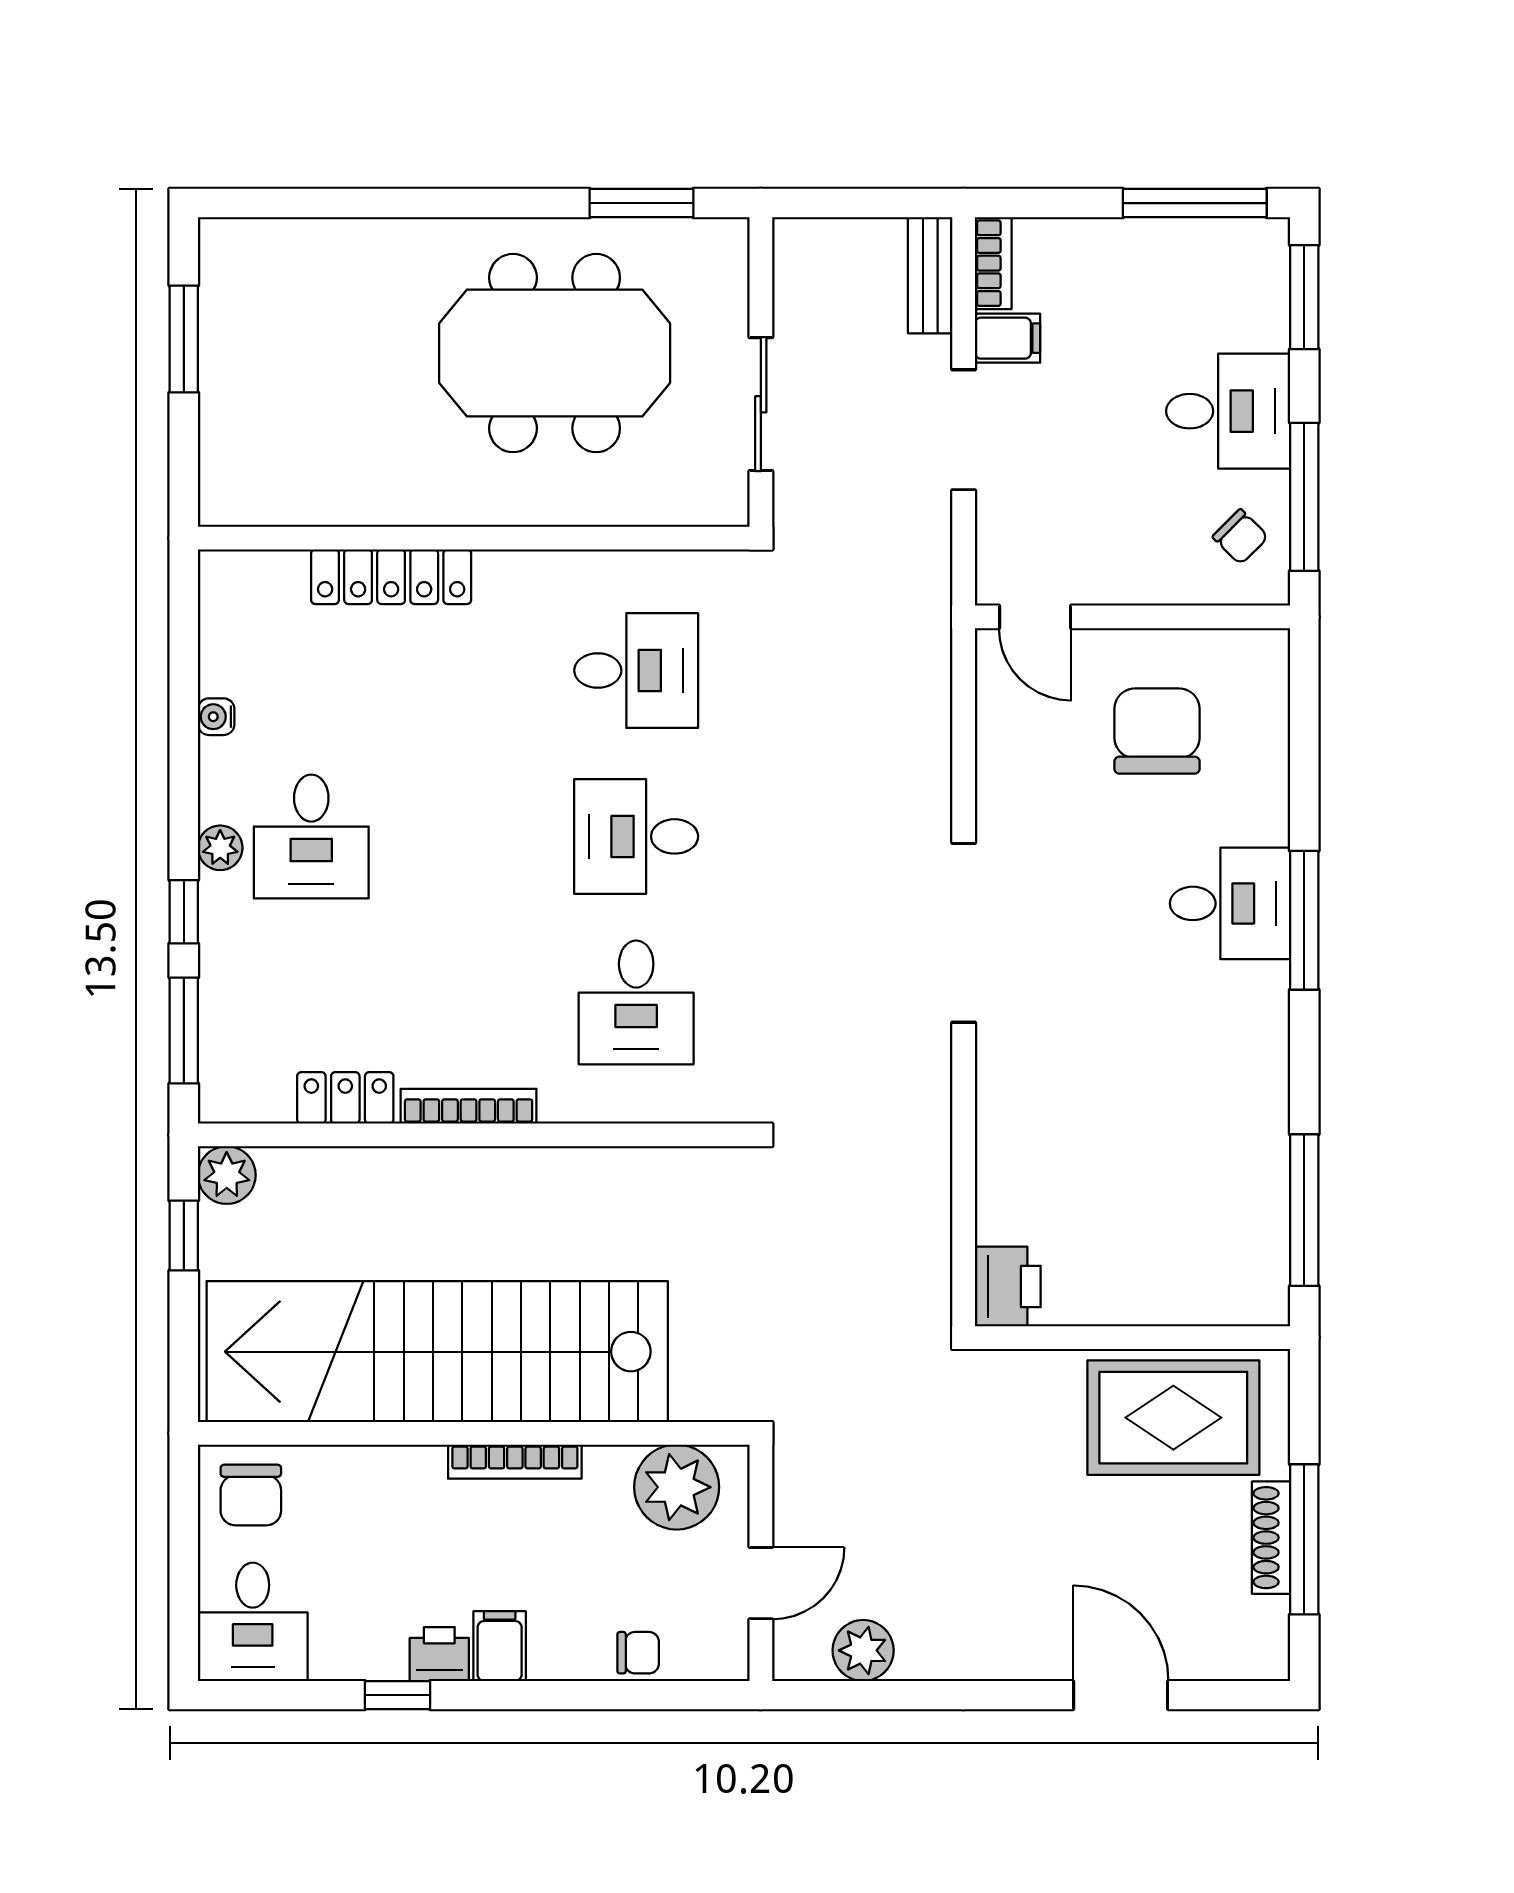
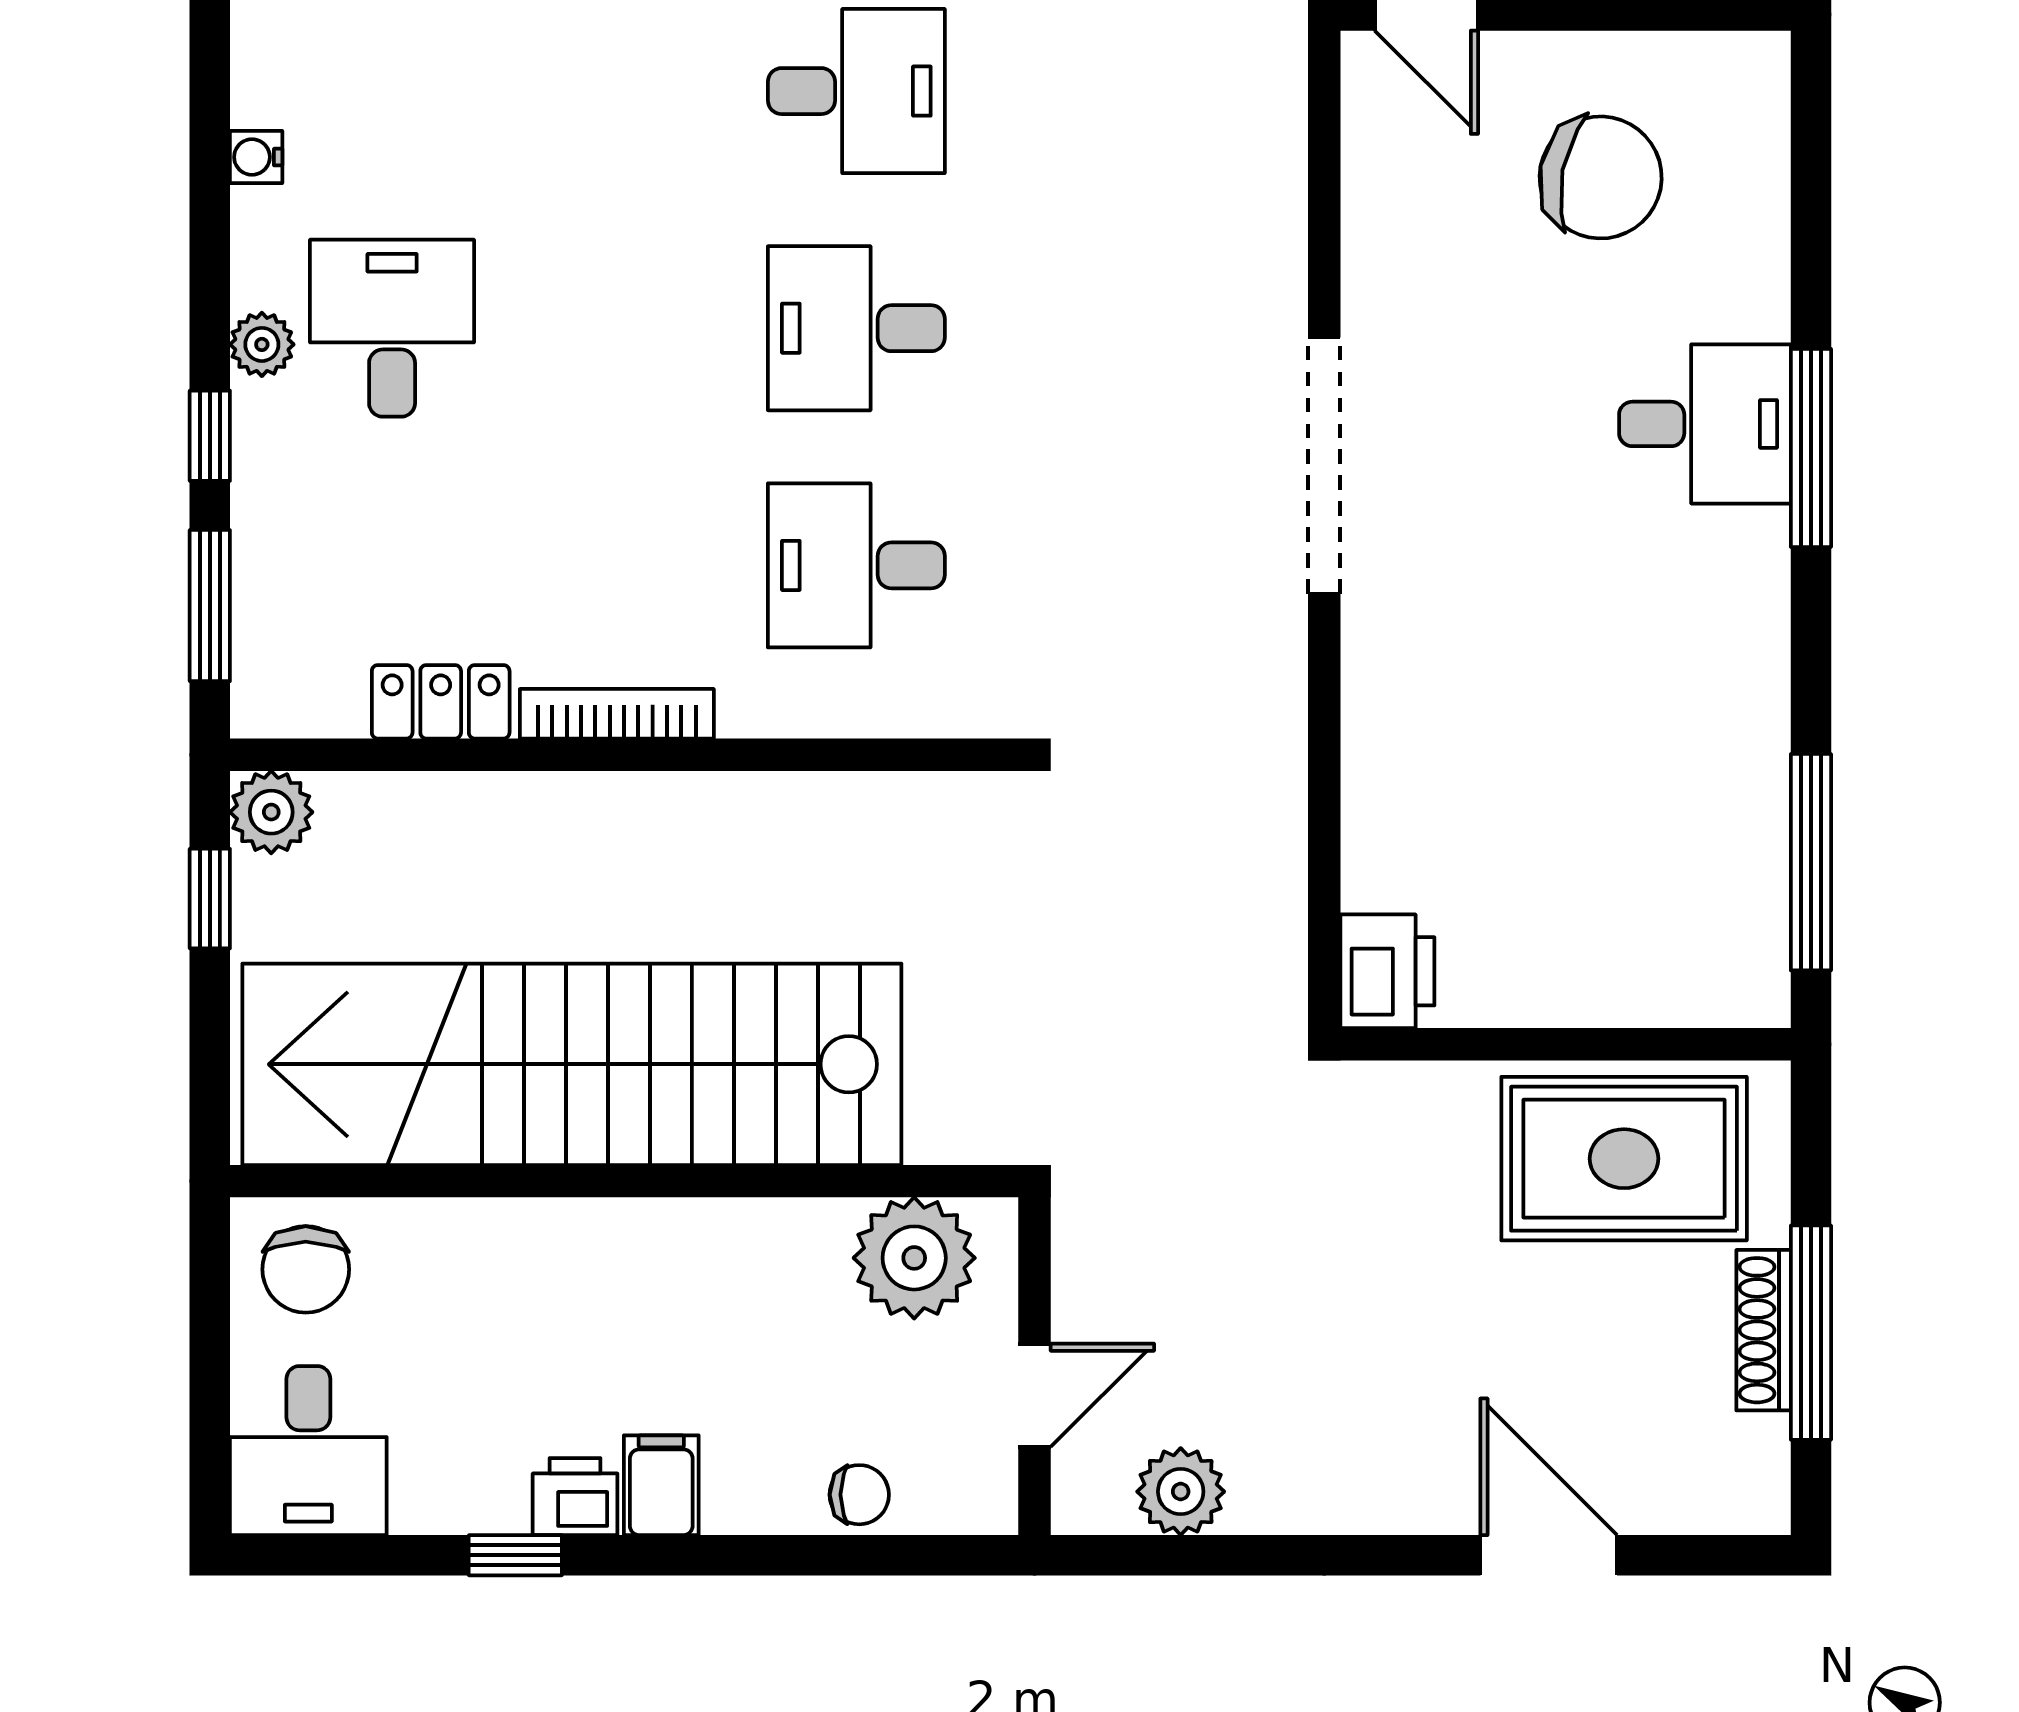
chair: (1157, 731) -> (1601, 177), turned 101
desk: (311, 836) -> (392, 328), turned 180
desk: (636, 1002) -> (856, 565), turned 90
bookcase: (515, 1462) -> (683, 1222), removed

